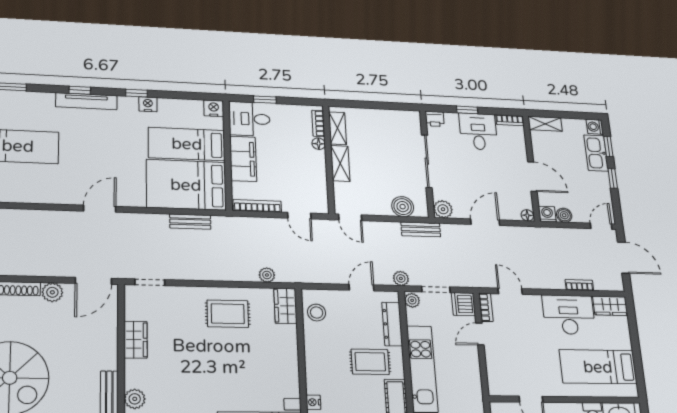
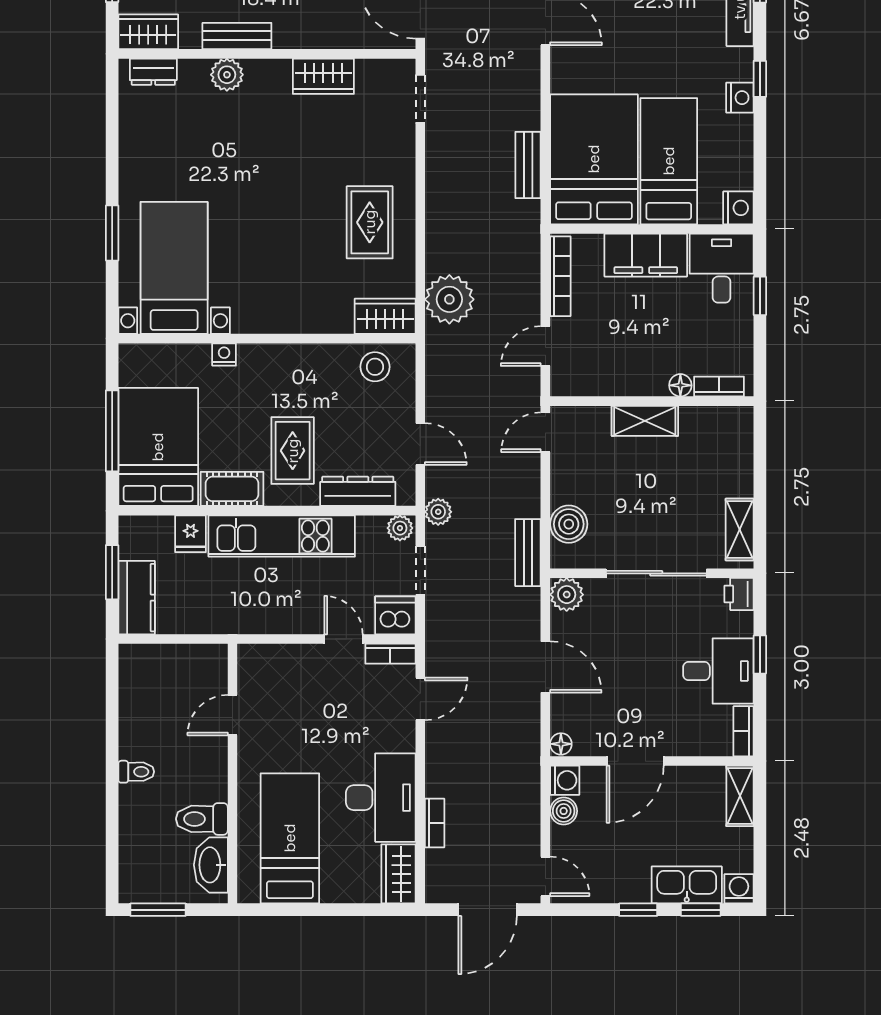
shelving: (338, 128) -> (740, 529), moved, turned 90
plant: (267, 275) -> (449, 299), width x1.88, depth x1.88

